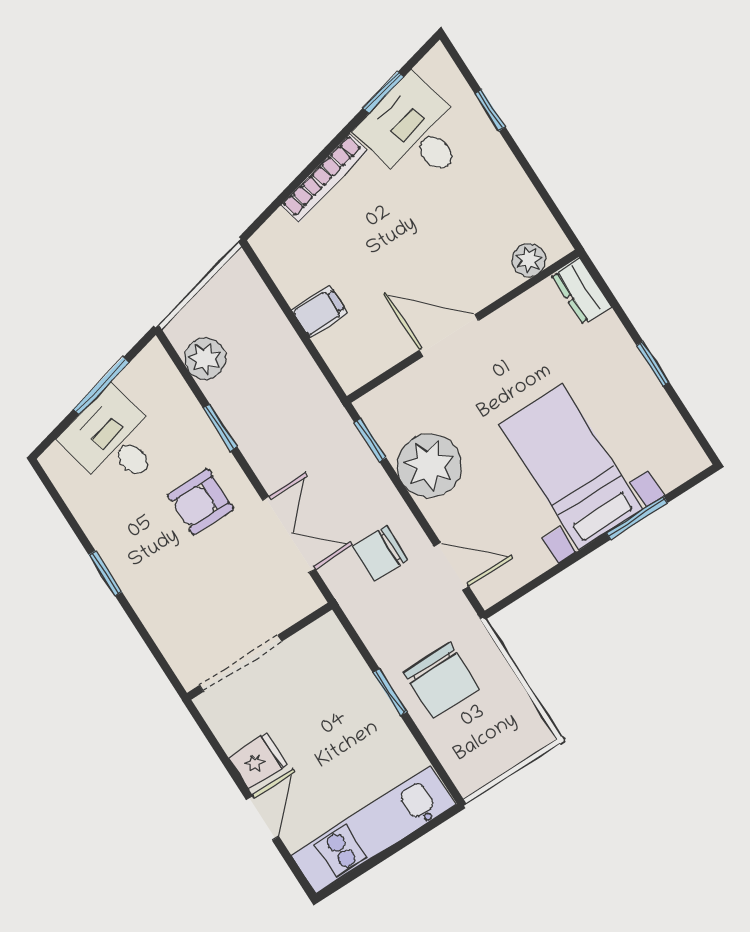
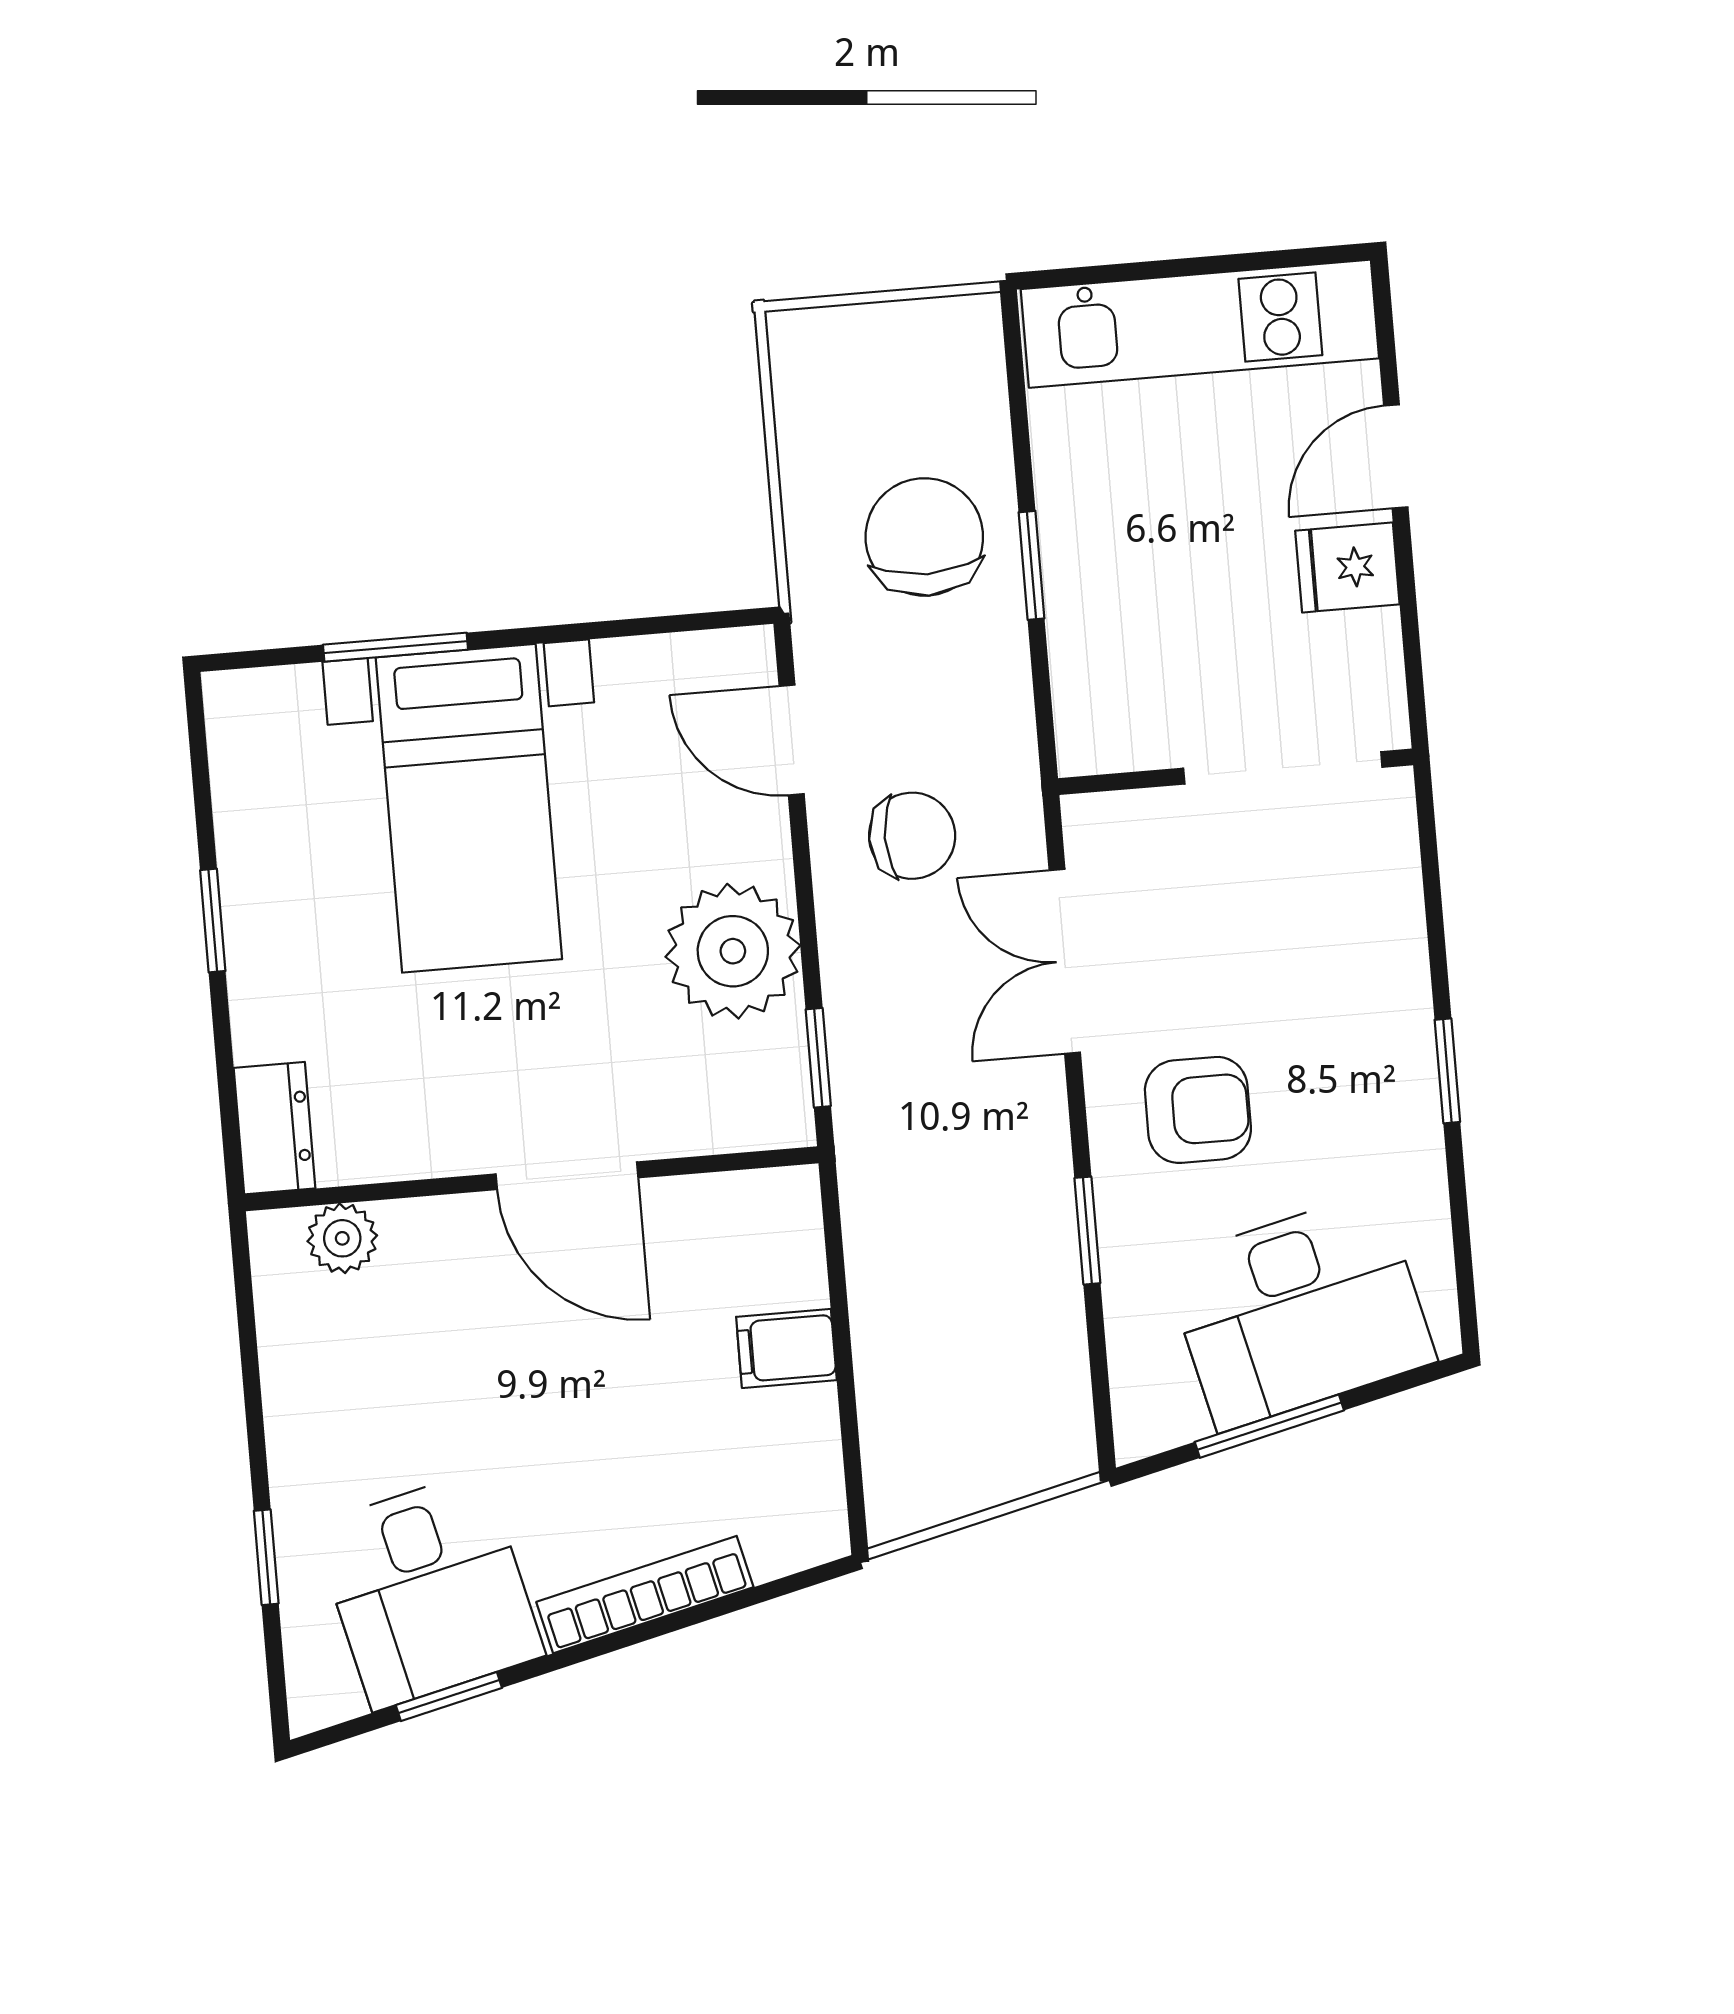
plant: (205, 359) -> (1047, 1374), removed
desk: (114, 441) -> (1300, 1311), width x1.37

